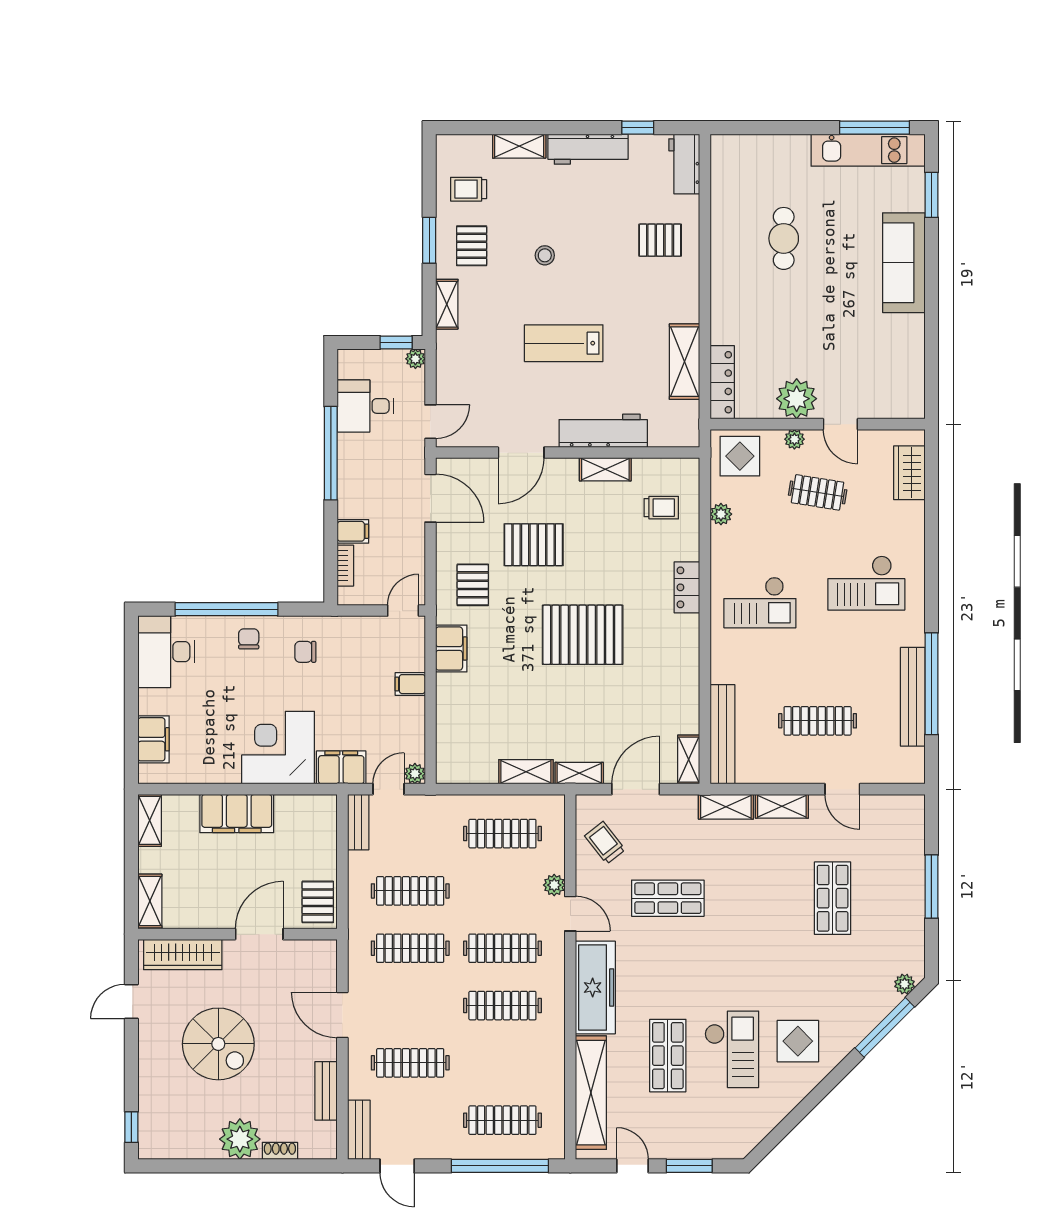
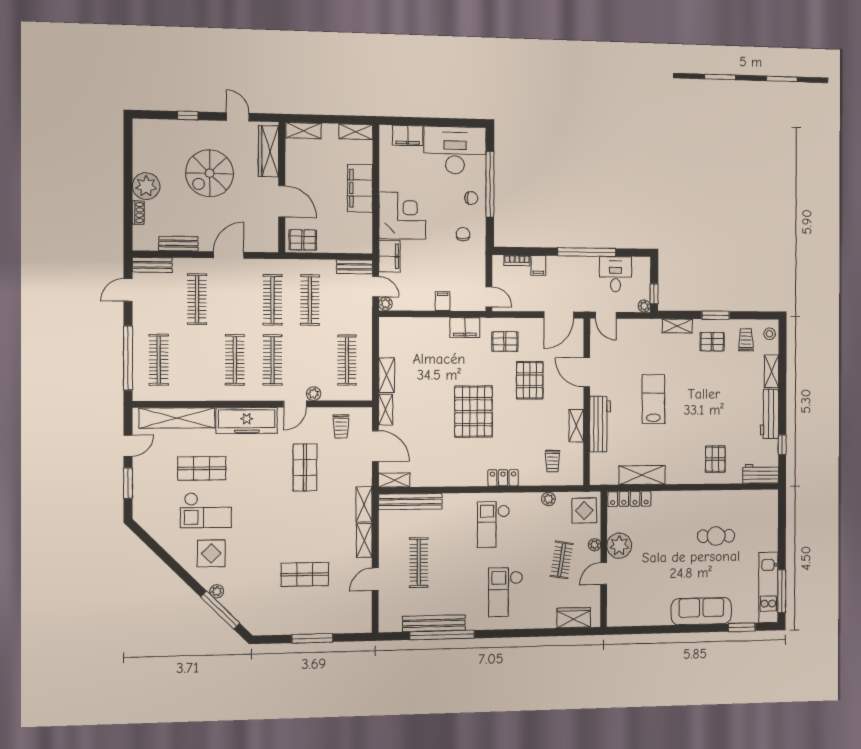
stool: (545, 255) -> (770, 334), moved
desk: (166, 652) -> (455, 150), width x1.36, depth x1.30
trolley: (605, 843) -> (341, 426), turned 128
plant: (905, 984) -> (217, 591), moved
window: (131, 1127) -> (188, 116), moved

